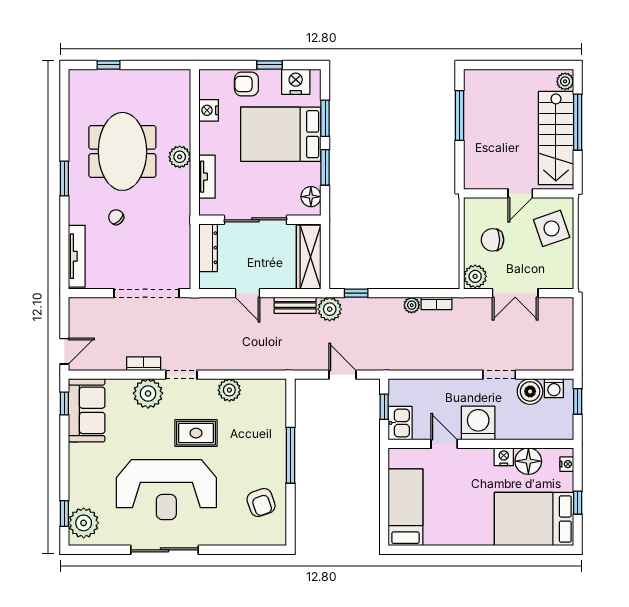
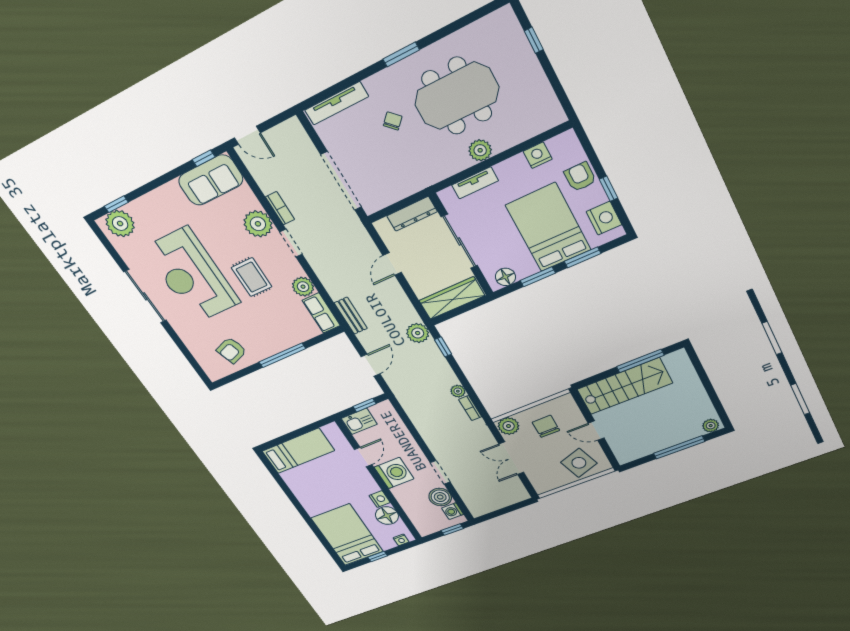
stairs: (556, 138) -> (625, 386), moved, turned 180
bench: (295, 305) -> (351, 316), moved
row of seats: (264, 389) -> (321, 313), added

